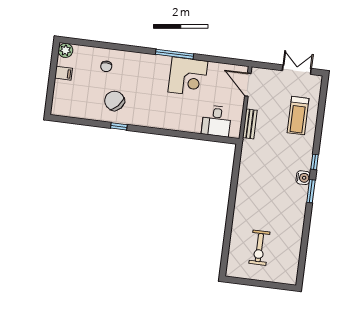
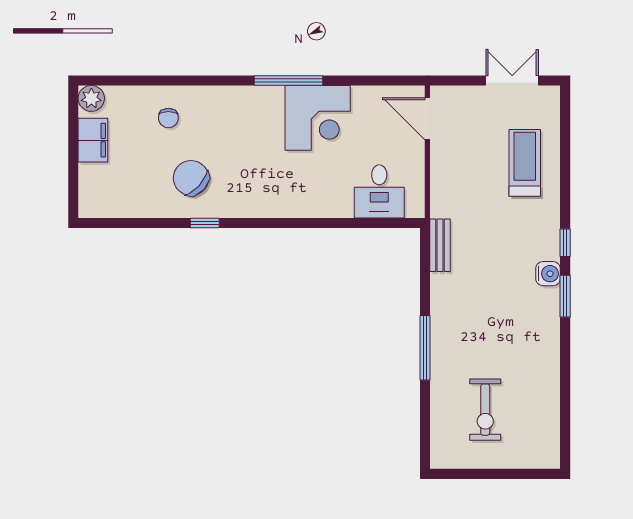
filing cabinet: (63, 73) -> (93, 140), width x2.00
treadmill: (298, 116) -> (525, 163), turned 180
bench: (250, 124) -> (440, 245), moved
window: (231, 210) -> (425, 348), added

